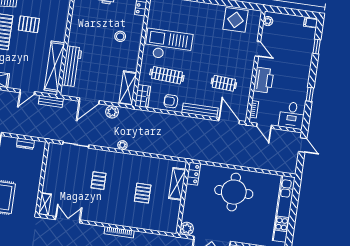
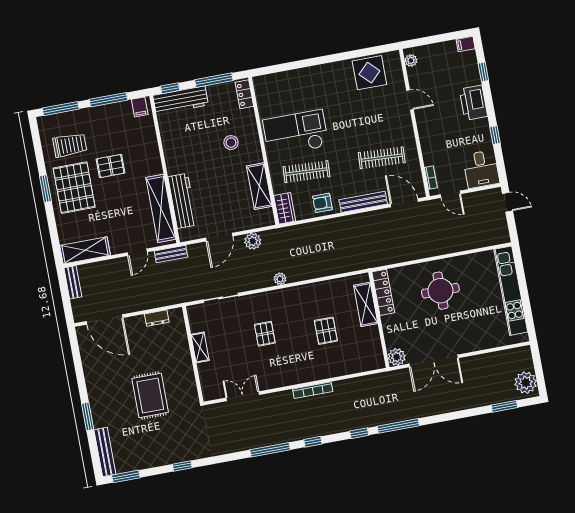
printer: (264, 80) -> (473, 103), moved, turned 180
clothes rail: (224, 83) -> (382, 158), width x1.36
shelving: (128, 88) -> (259, 186), moved
locker: (193, 174) -> (383, 292), width x1.53
round table: (234, 192) -> (440, 291), width x0.73, depth x0.73
shelving: (45, 204) -> (200, 347), moved

